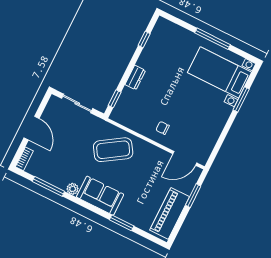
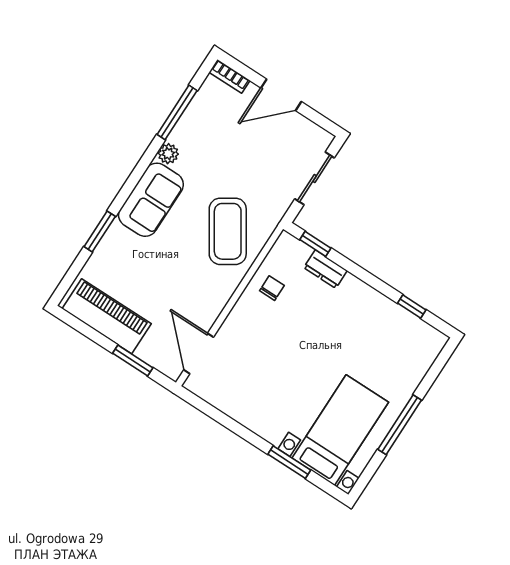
dresser: (135, 77) -> (326, 269), moved
chair: (163, 128) -> (272, 288), moved

